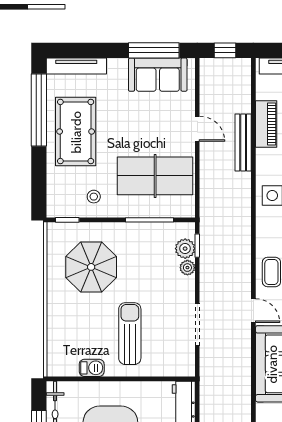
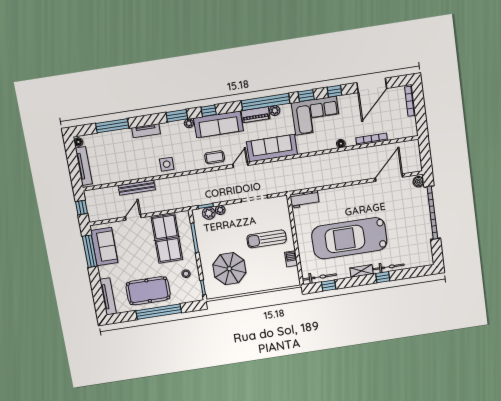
window: (39, 110) -> (159, 312), moved
piano: (266, 124) -> (123, 175), removed

